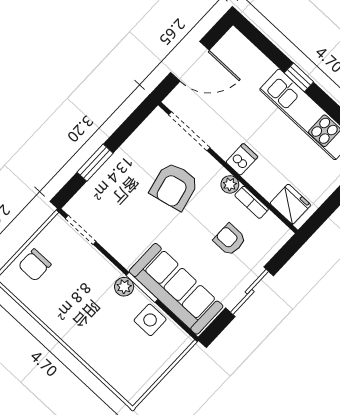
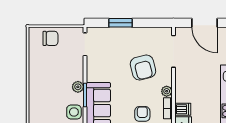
dishwasher: (242, 159) -> (183, 109), moved
armchair: (174, 186) -> (143, 67), turned -91
chair: (35, 265) -> (50, 38), turned 180

